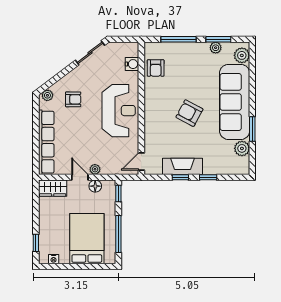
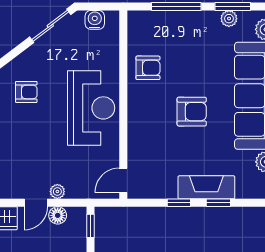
water cooler: (132, 64) -> (95, 20), moved, turned -90
armchair: (156, 68) -> (148, 68), moved, turned -90
armchair: (189, 113) -> (192, 112), turned 152
fireplace: (183, 166) -> (206, 187), moved
door: (80, 177) -> (36, 203), swing flipped

